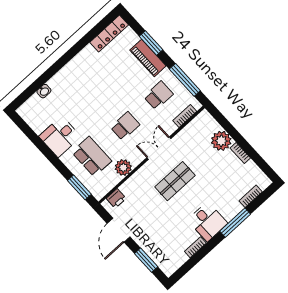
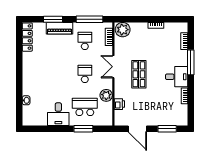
plant: (221, 141) -> (123, 30), moved
window: (79, 187) -> (83, 129), moved
printer: (116, 198) -> (119, 104), moved

